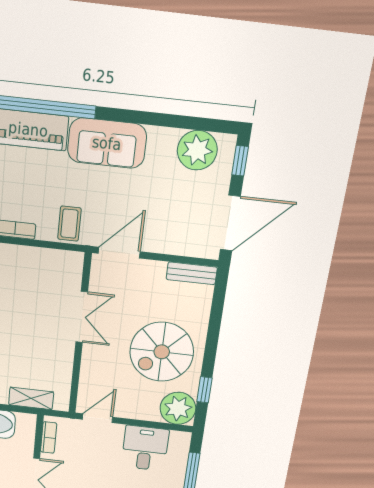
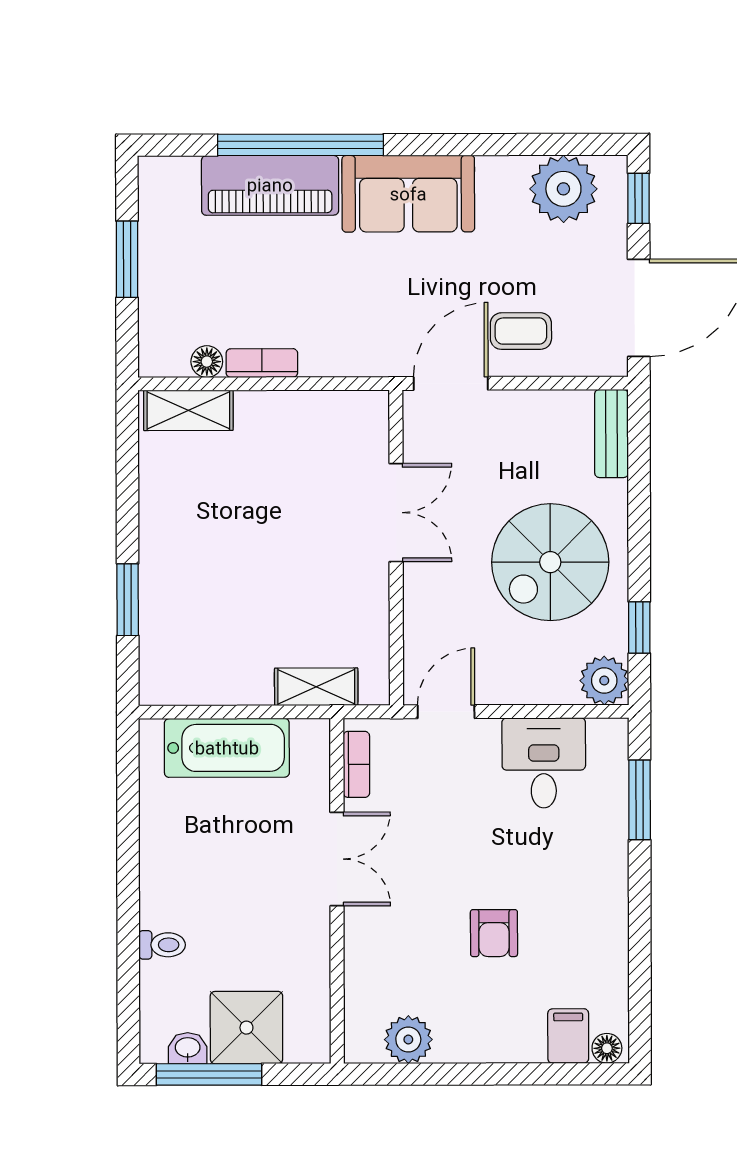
coffee table: (69, 224) -> (521, 331), moved, turned 90
bench: (192, 273) -> (611, 434), moved, turned 90
plant: (178, 408) -> (604, 681), width x0.73, depth x0.73

